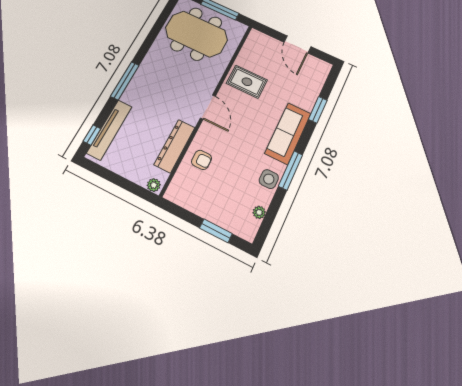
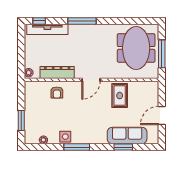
sofa: (288, 133) -> (127, 136), moved

